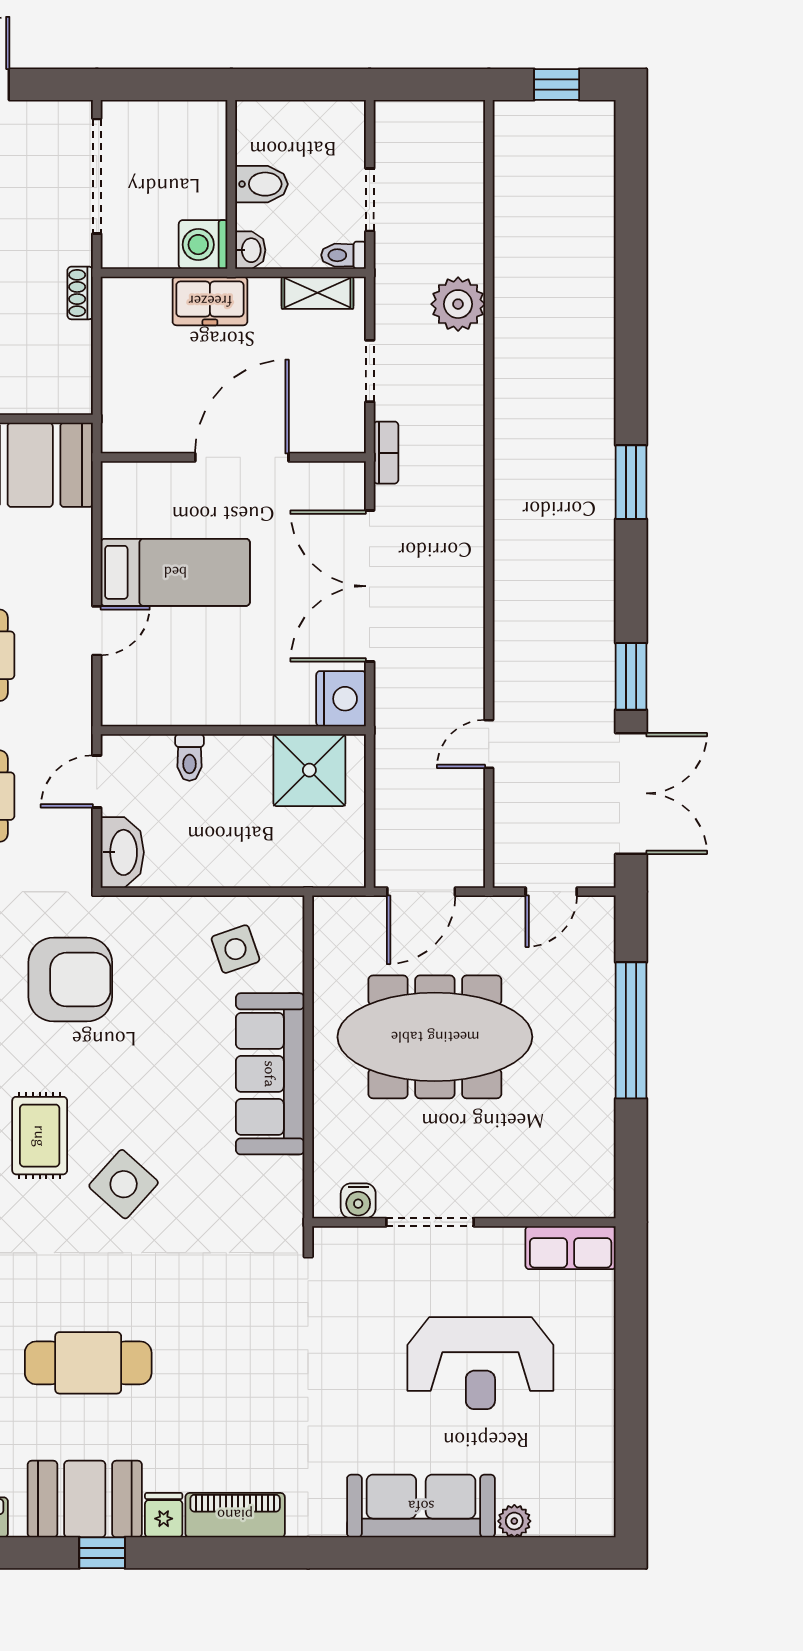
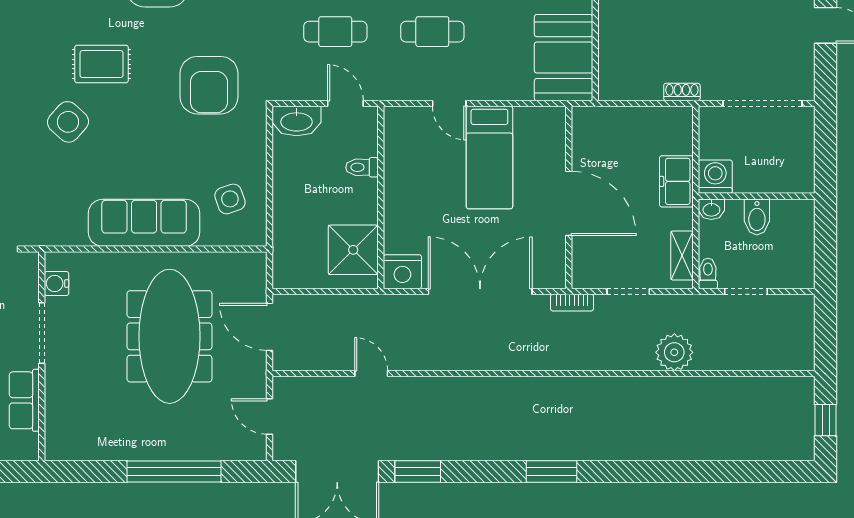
row of seats: (571, 1248) -> (24, 400), moved

